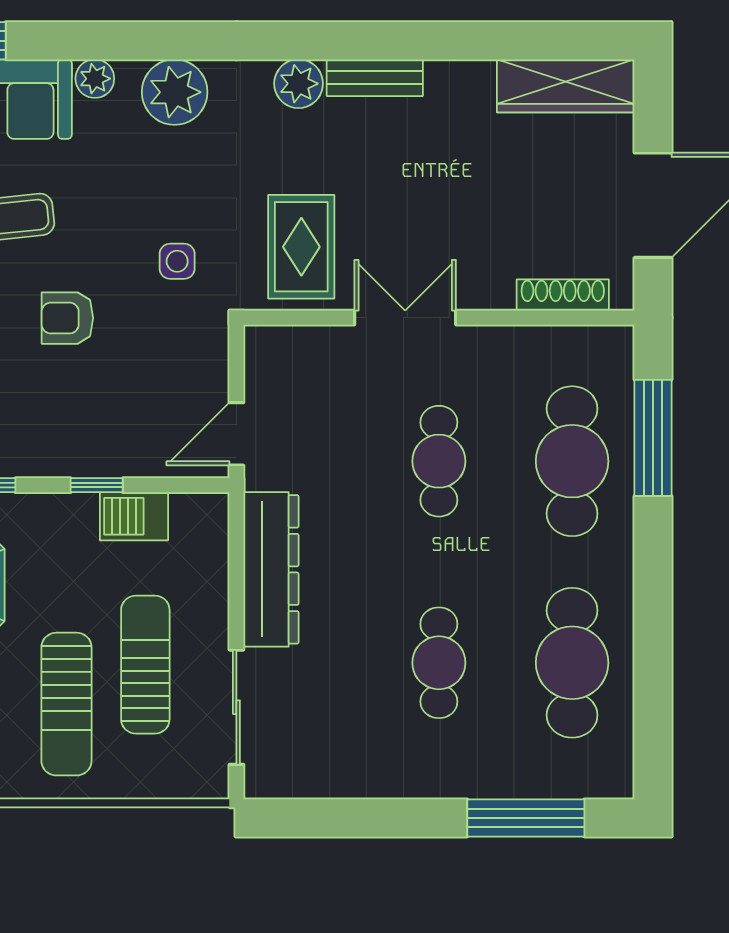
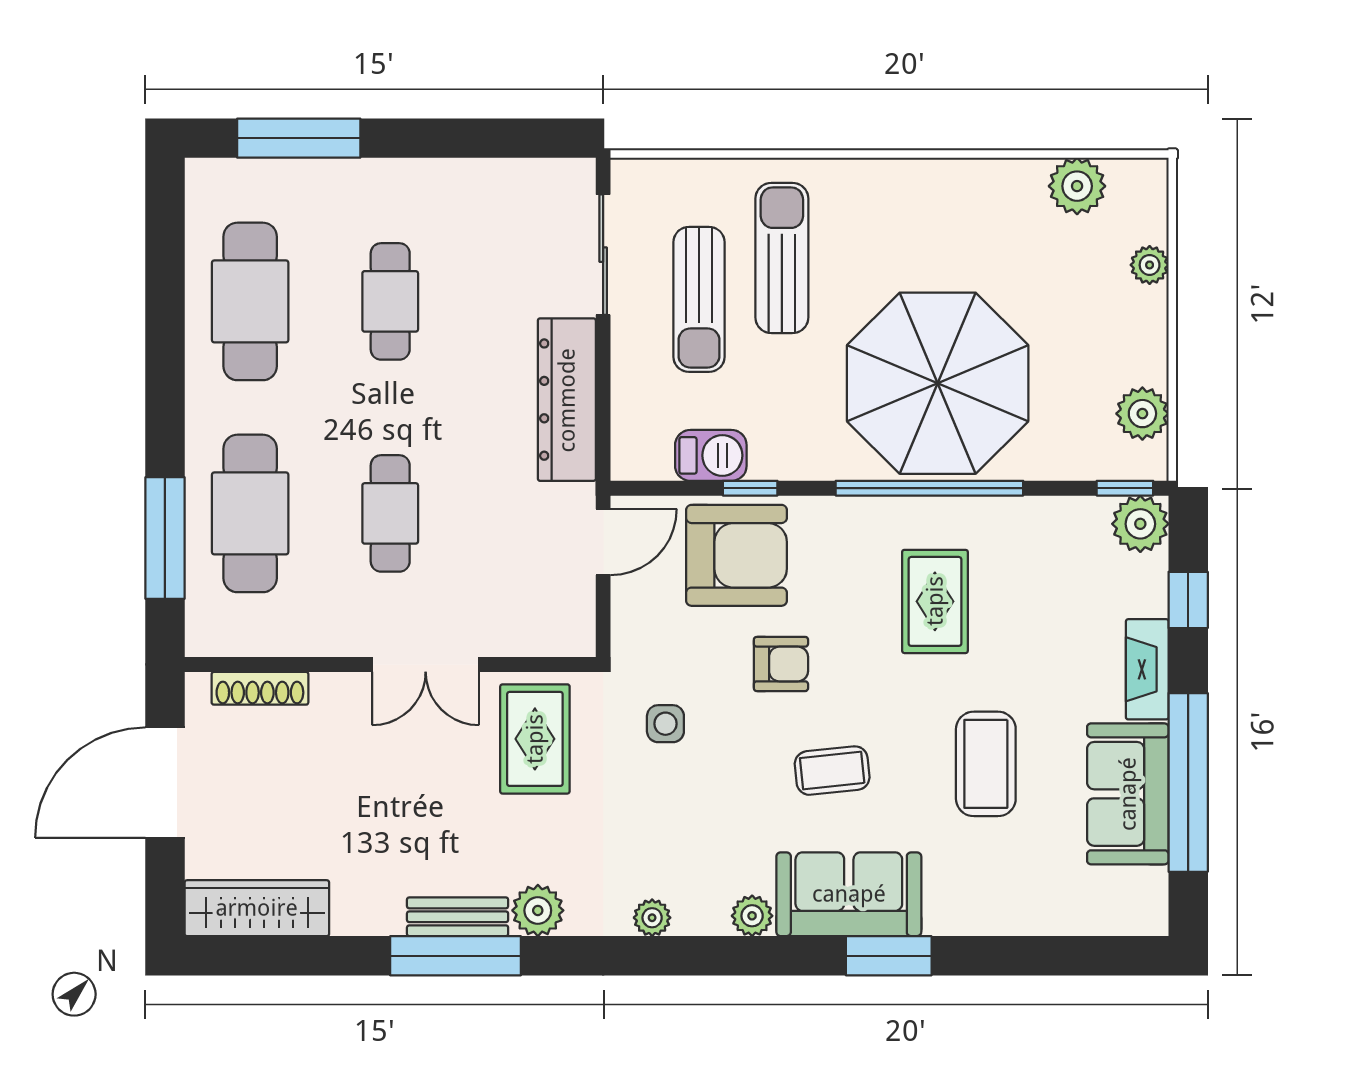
window: (377, 41) -> (455, 956), added
plant: (175, 92) -> (652, 918), width x0.53, depth x0.53
armchair: (110, 421) -> (737, 555), added

